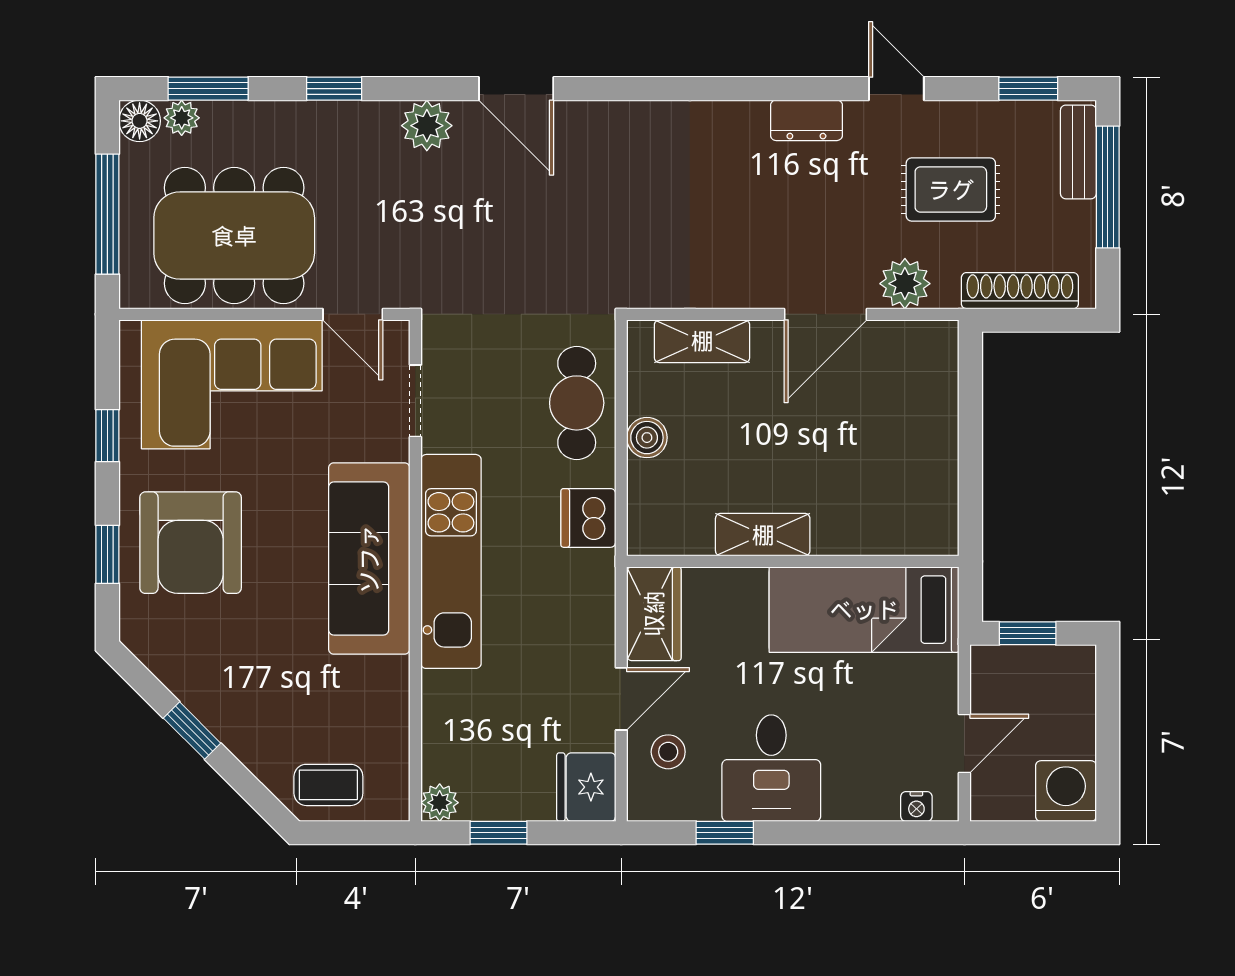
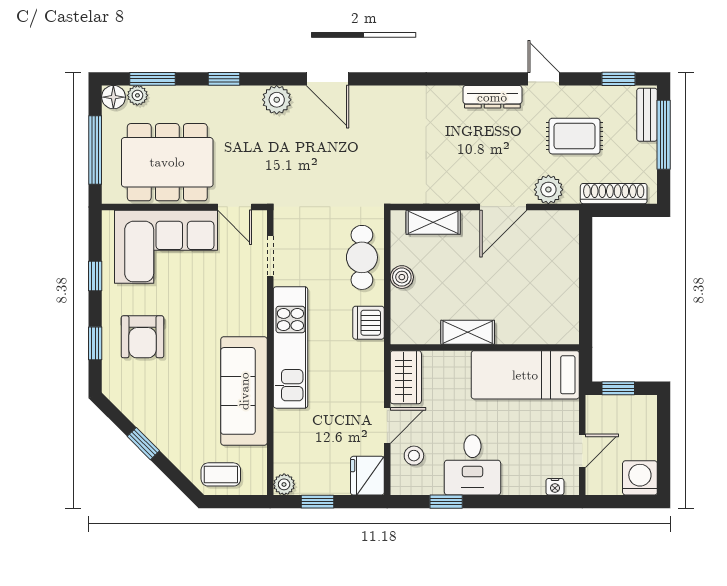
dresser: (806, 120) -> (492, 97), width x1.44
armchair: (191, 543) -> (142, 337), width x0.73, depth x0.73
sofa: (369, 559) -> (244, 391), moved

